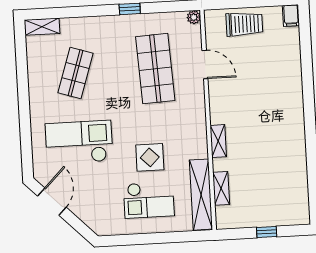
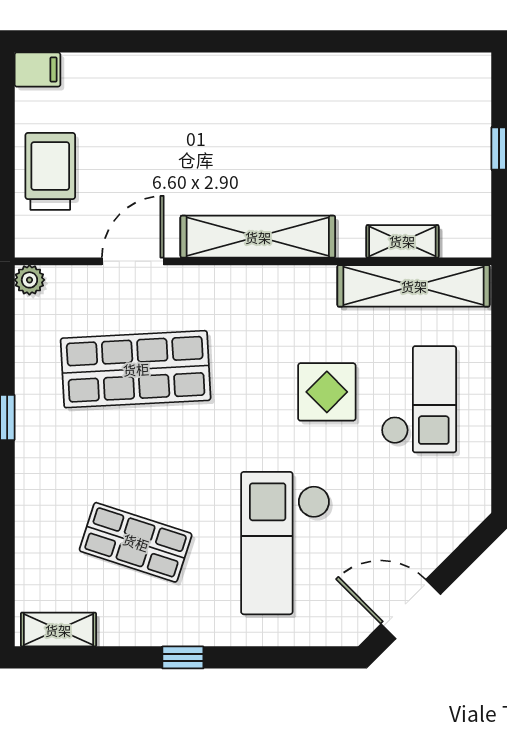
shelving: (42, 27) -> (58, 630), moved, turned 90
window: (24, 98) -> (183, 657), added
shelving: (218, 141) -> (258, 237), width x2.20, depth x1.33

